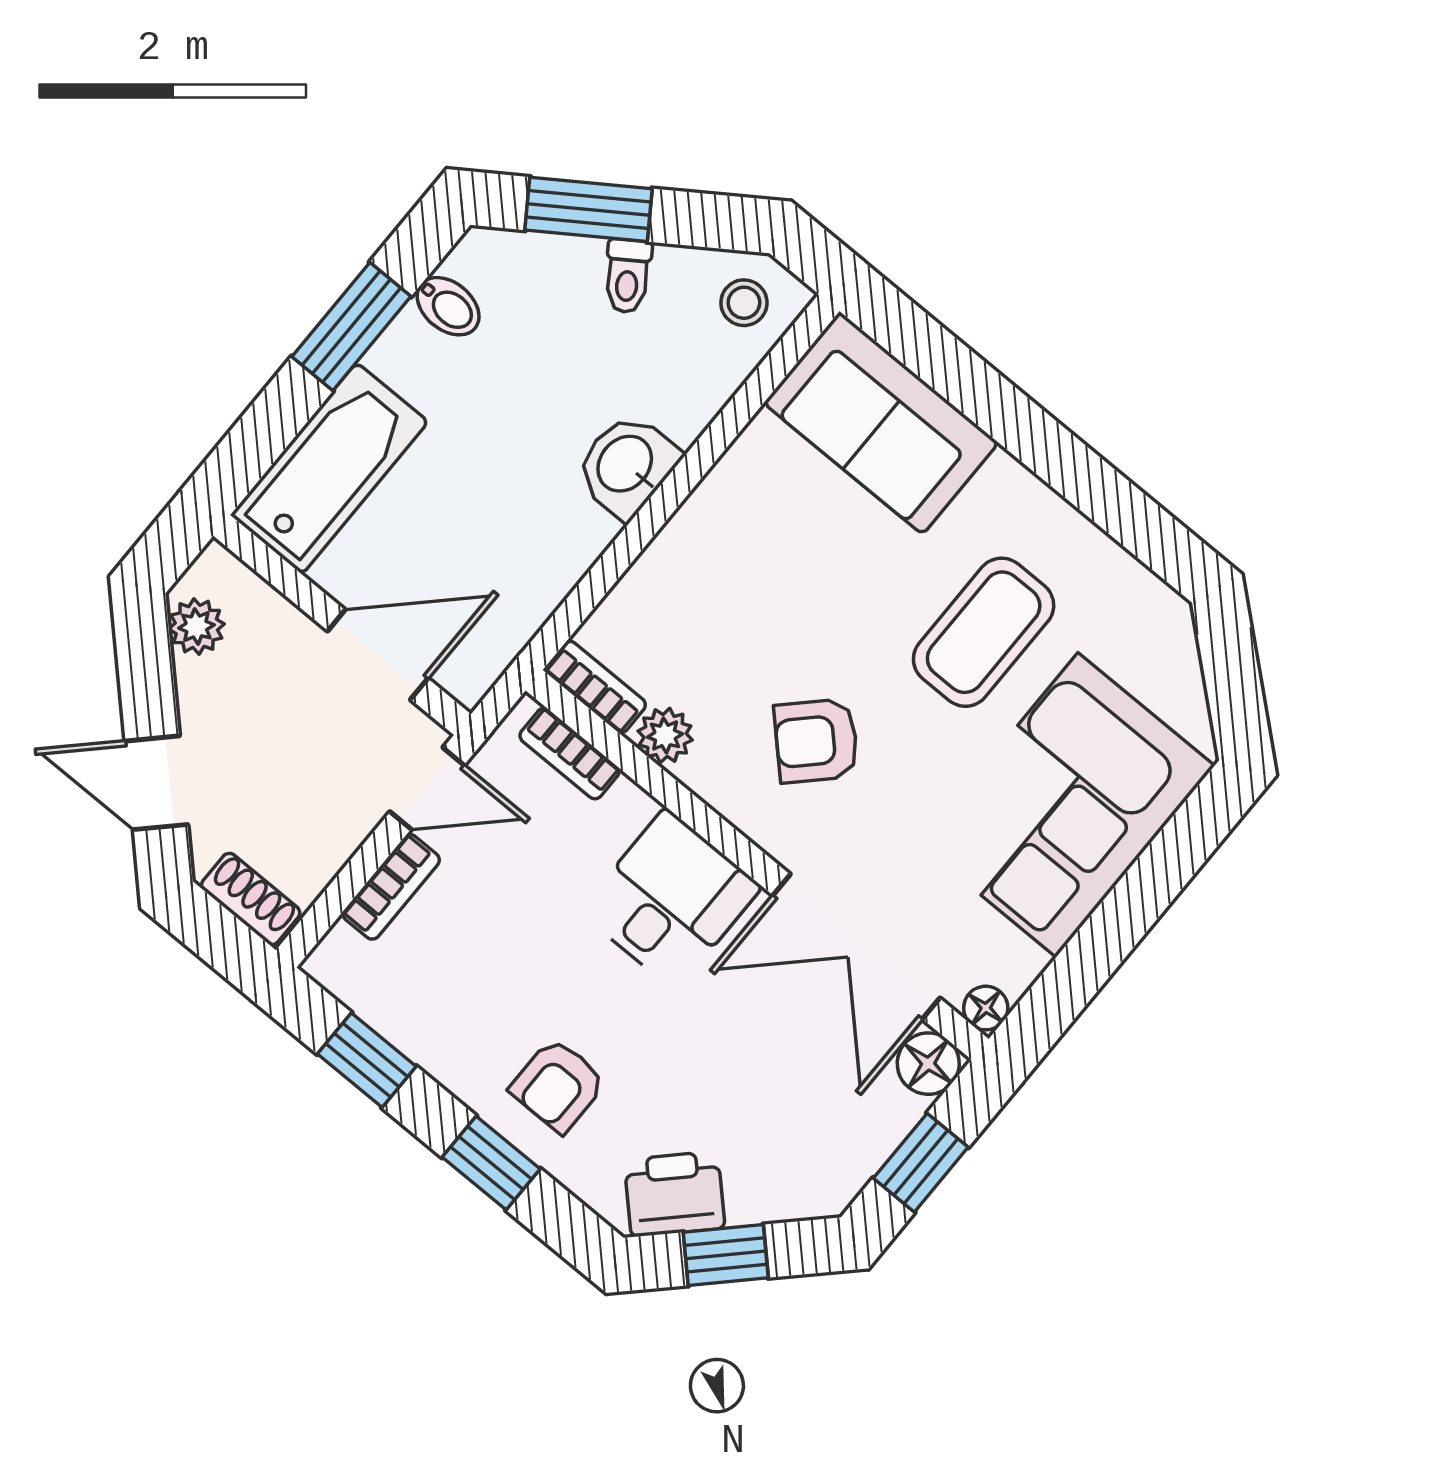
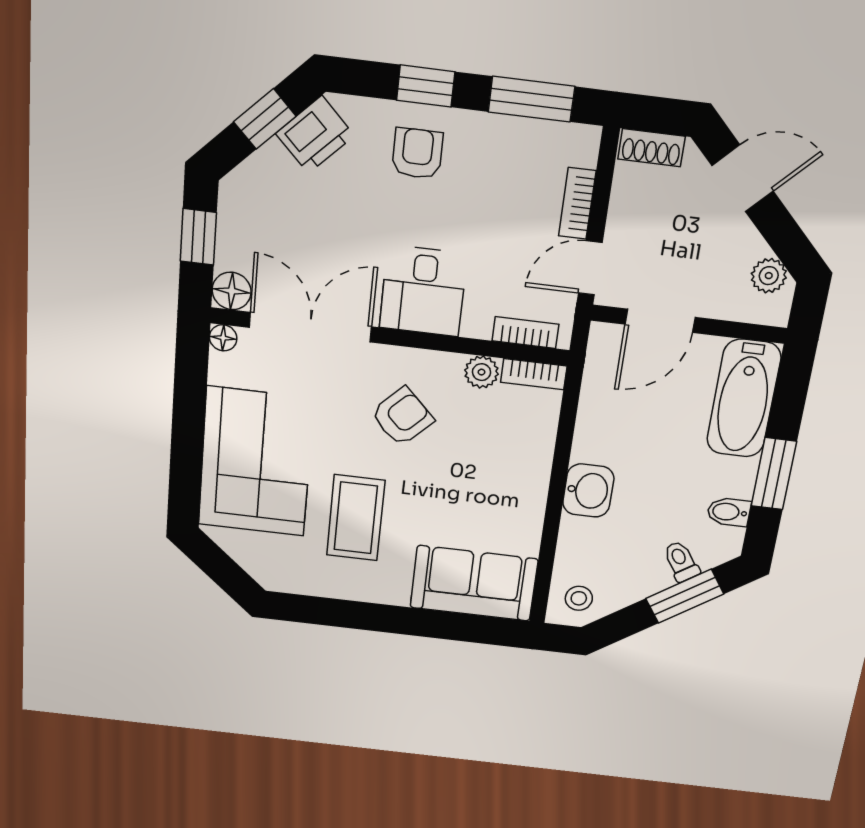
toilet: (628, 276) -> (681, 561), moved
window: (367, 1060) -> (531, 99), width x1.50

